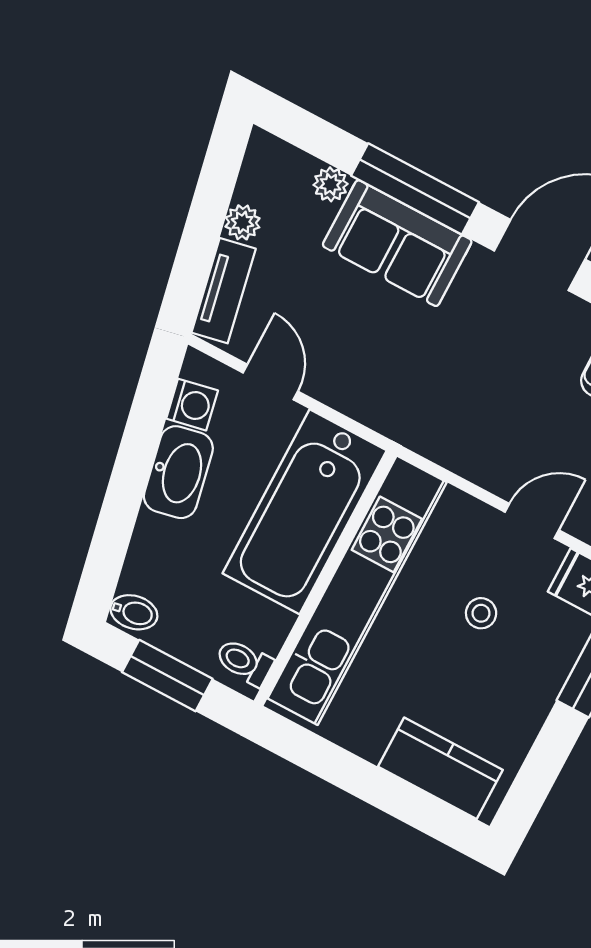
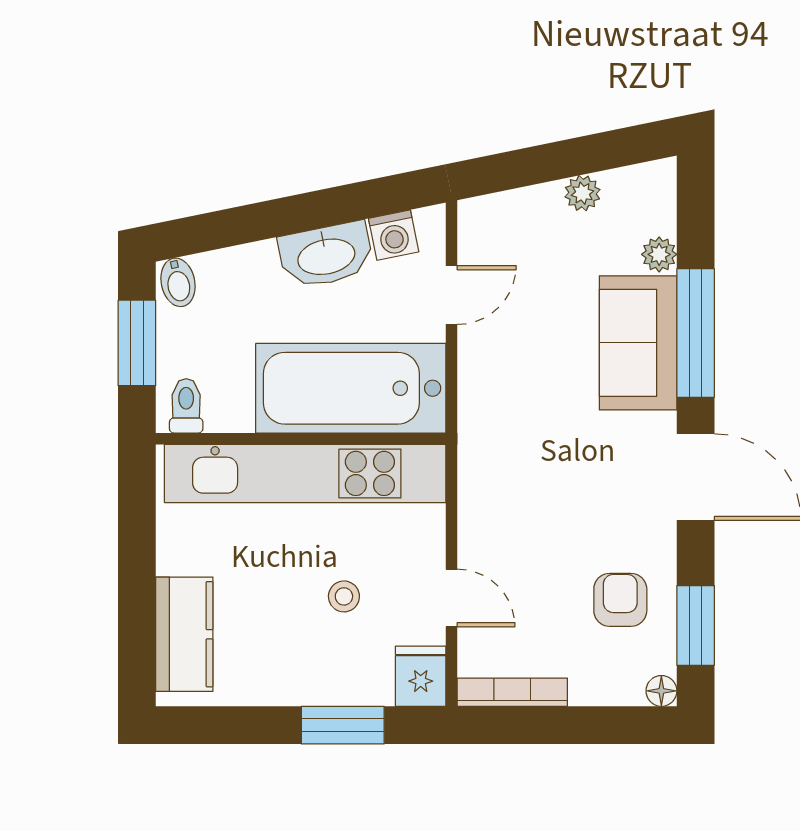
tv unit: (224, 291) -> (512, 209), removed

